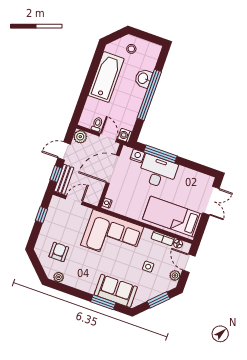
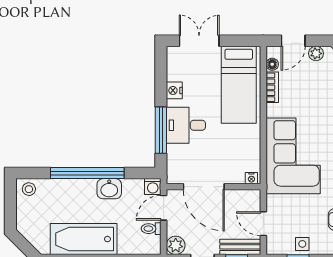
stool: (131, 49) -> (29, 189), moved
washbasin: (143, 78) -> (109, 189), moved
nightstand: (137, 156) -> (174, 90), moved
desk: (158, 172) -> (186, 125), width x0.73
side table: (148, 267) -> (302, 244), moved

